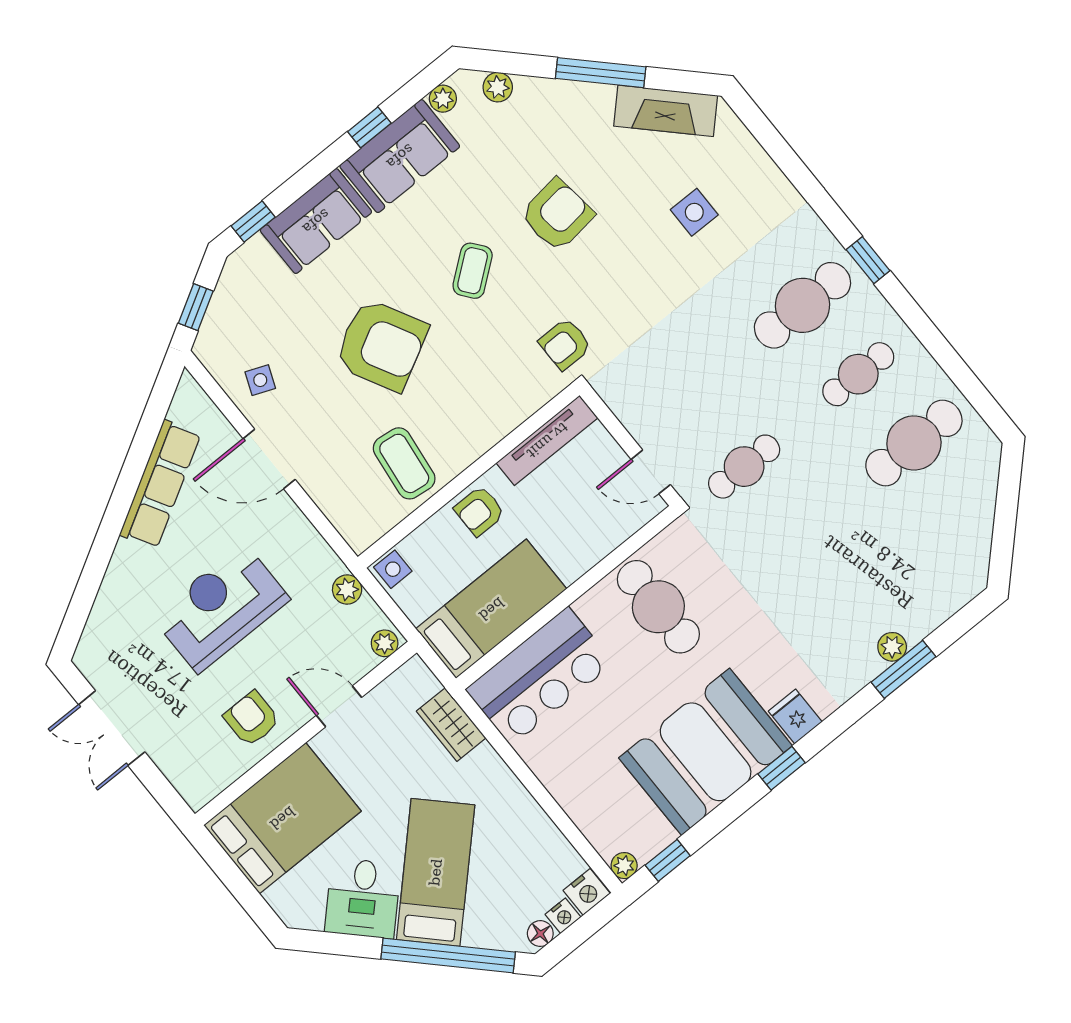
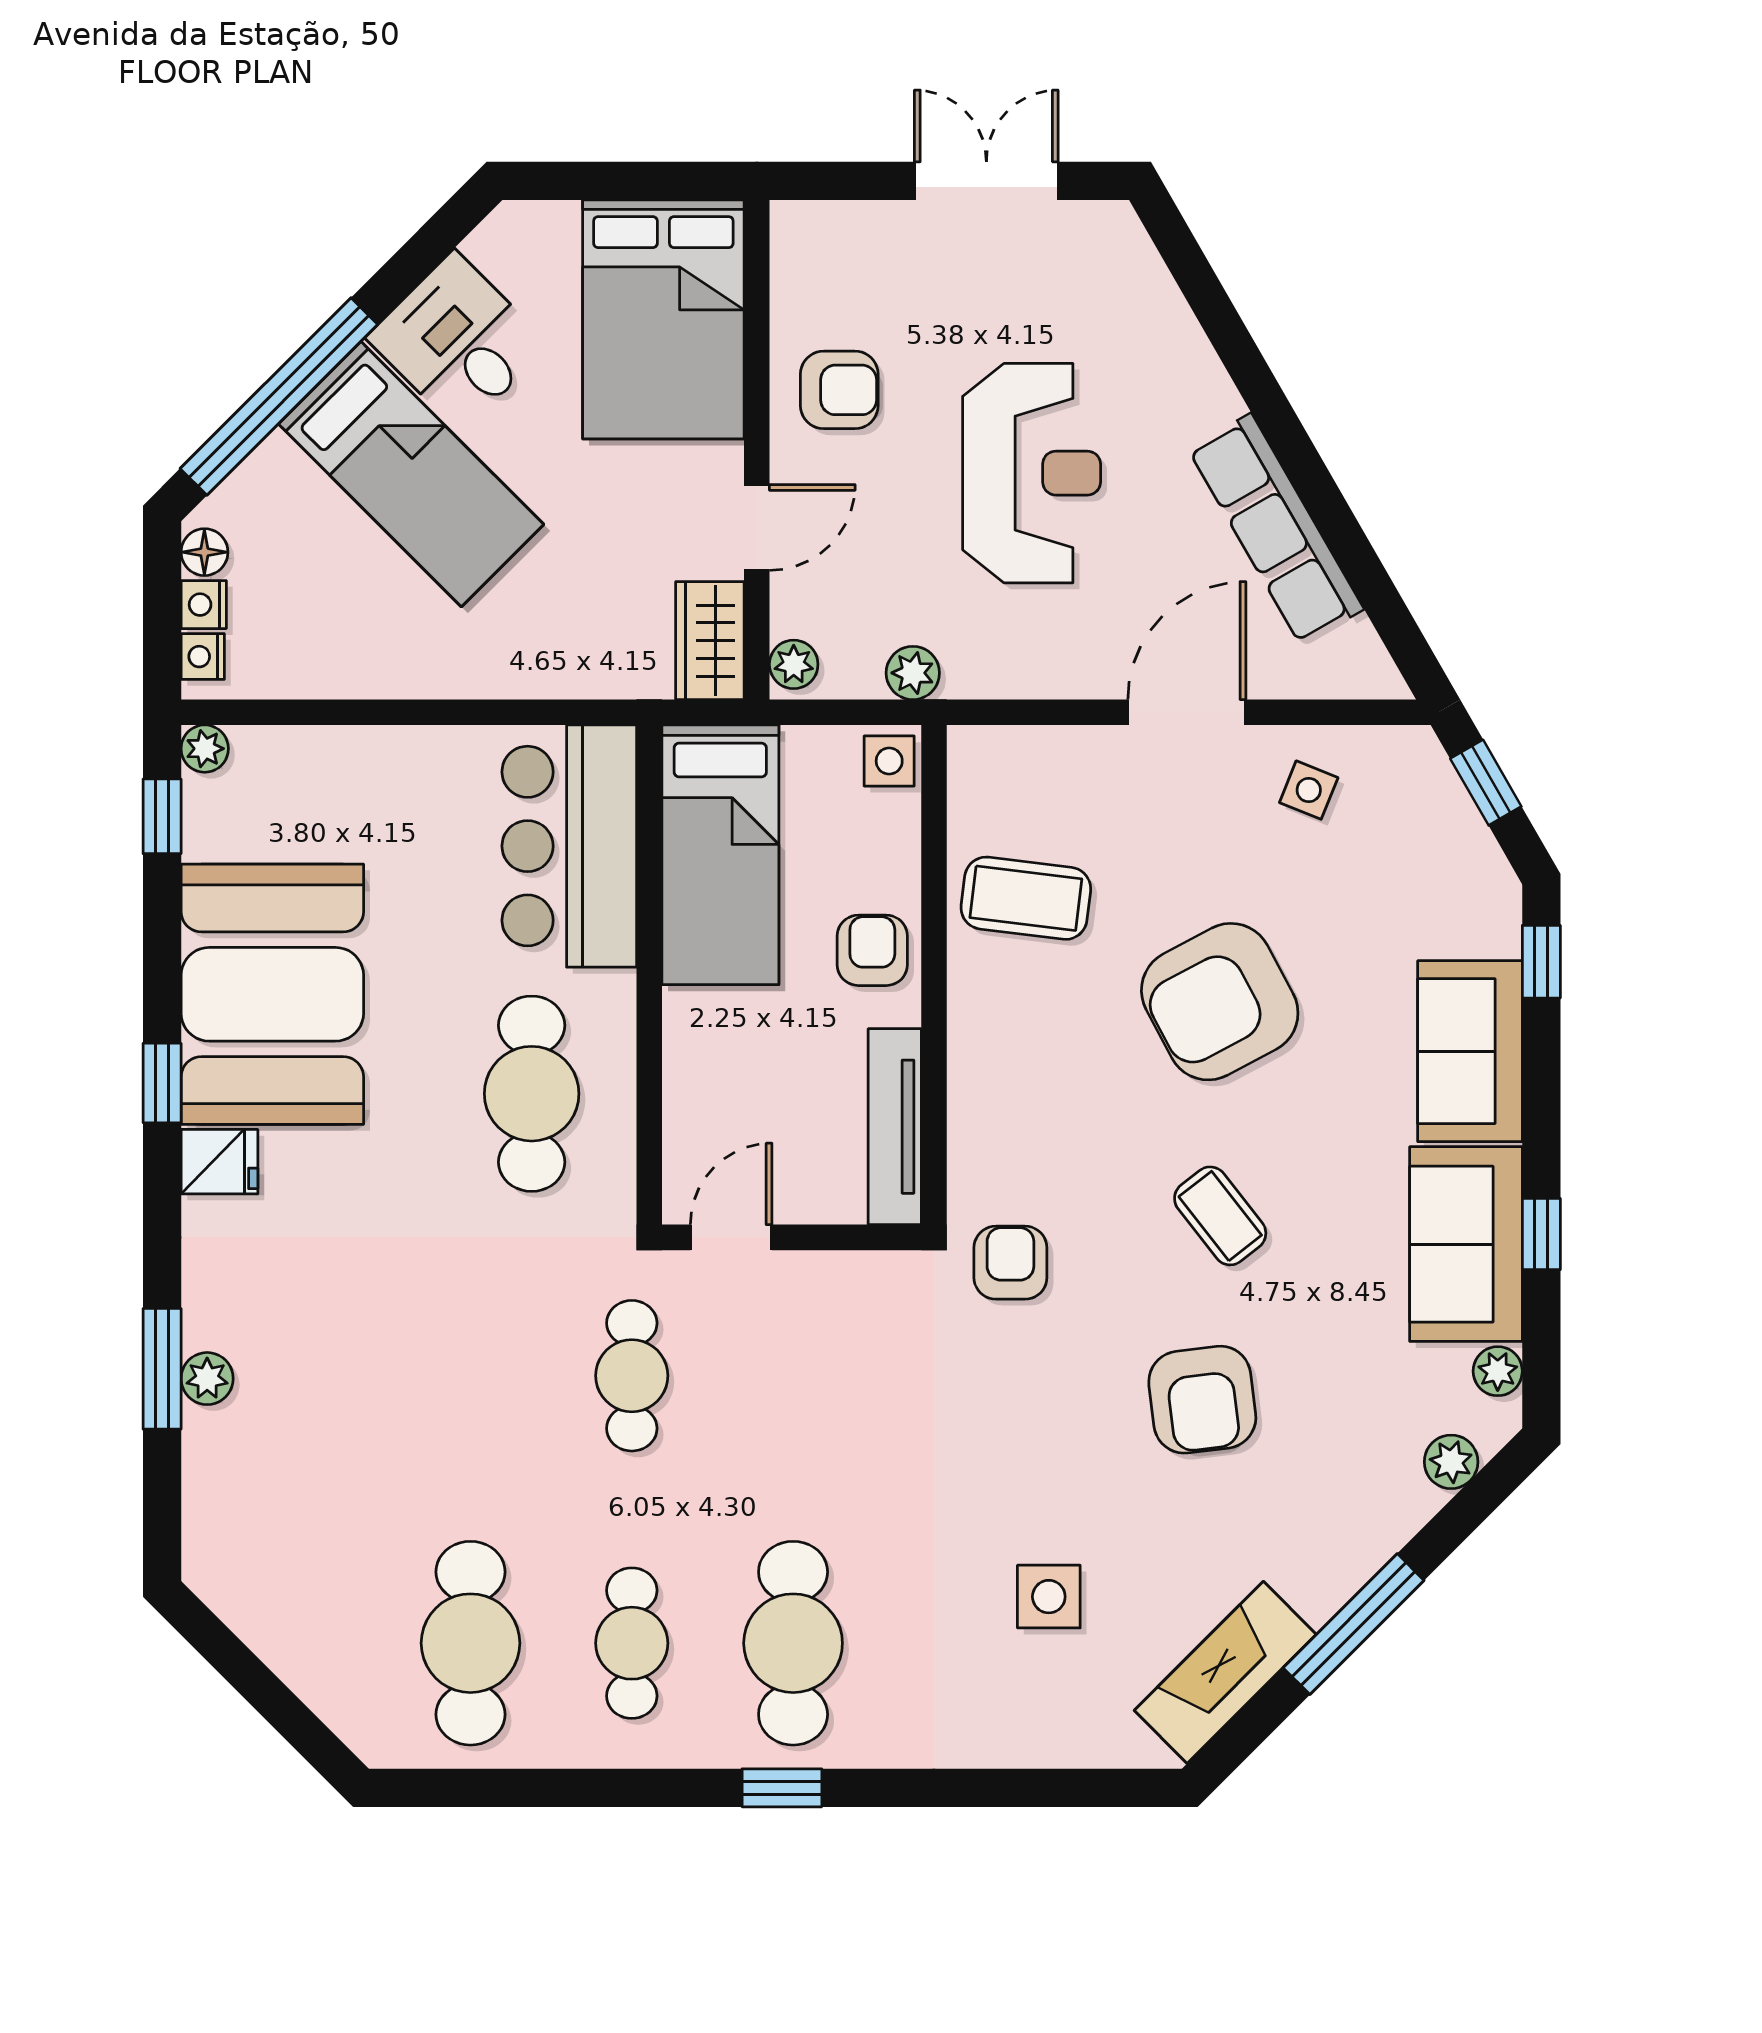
cafe table: (658, 607) -> (532, 1094), turned 90
wardrobe: (451, 725) -> (710, 641), moved, turned -90
nightstand: (587, 892) -> (203, 657), width x0.72, depth x0.74

